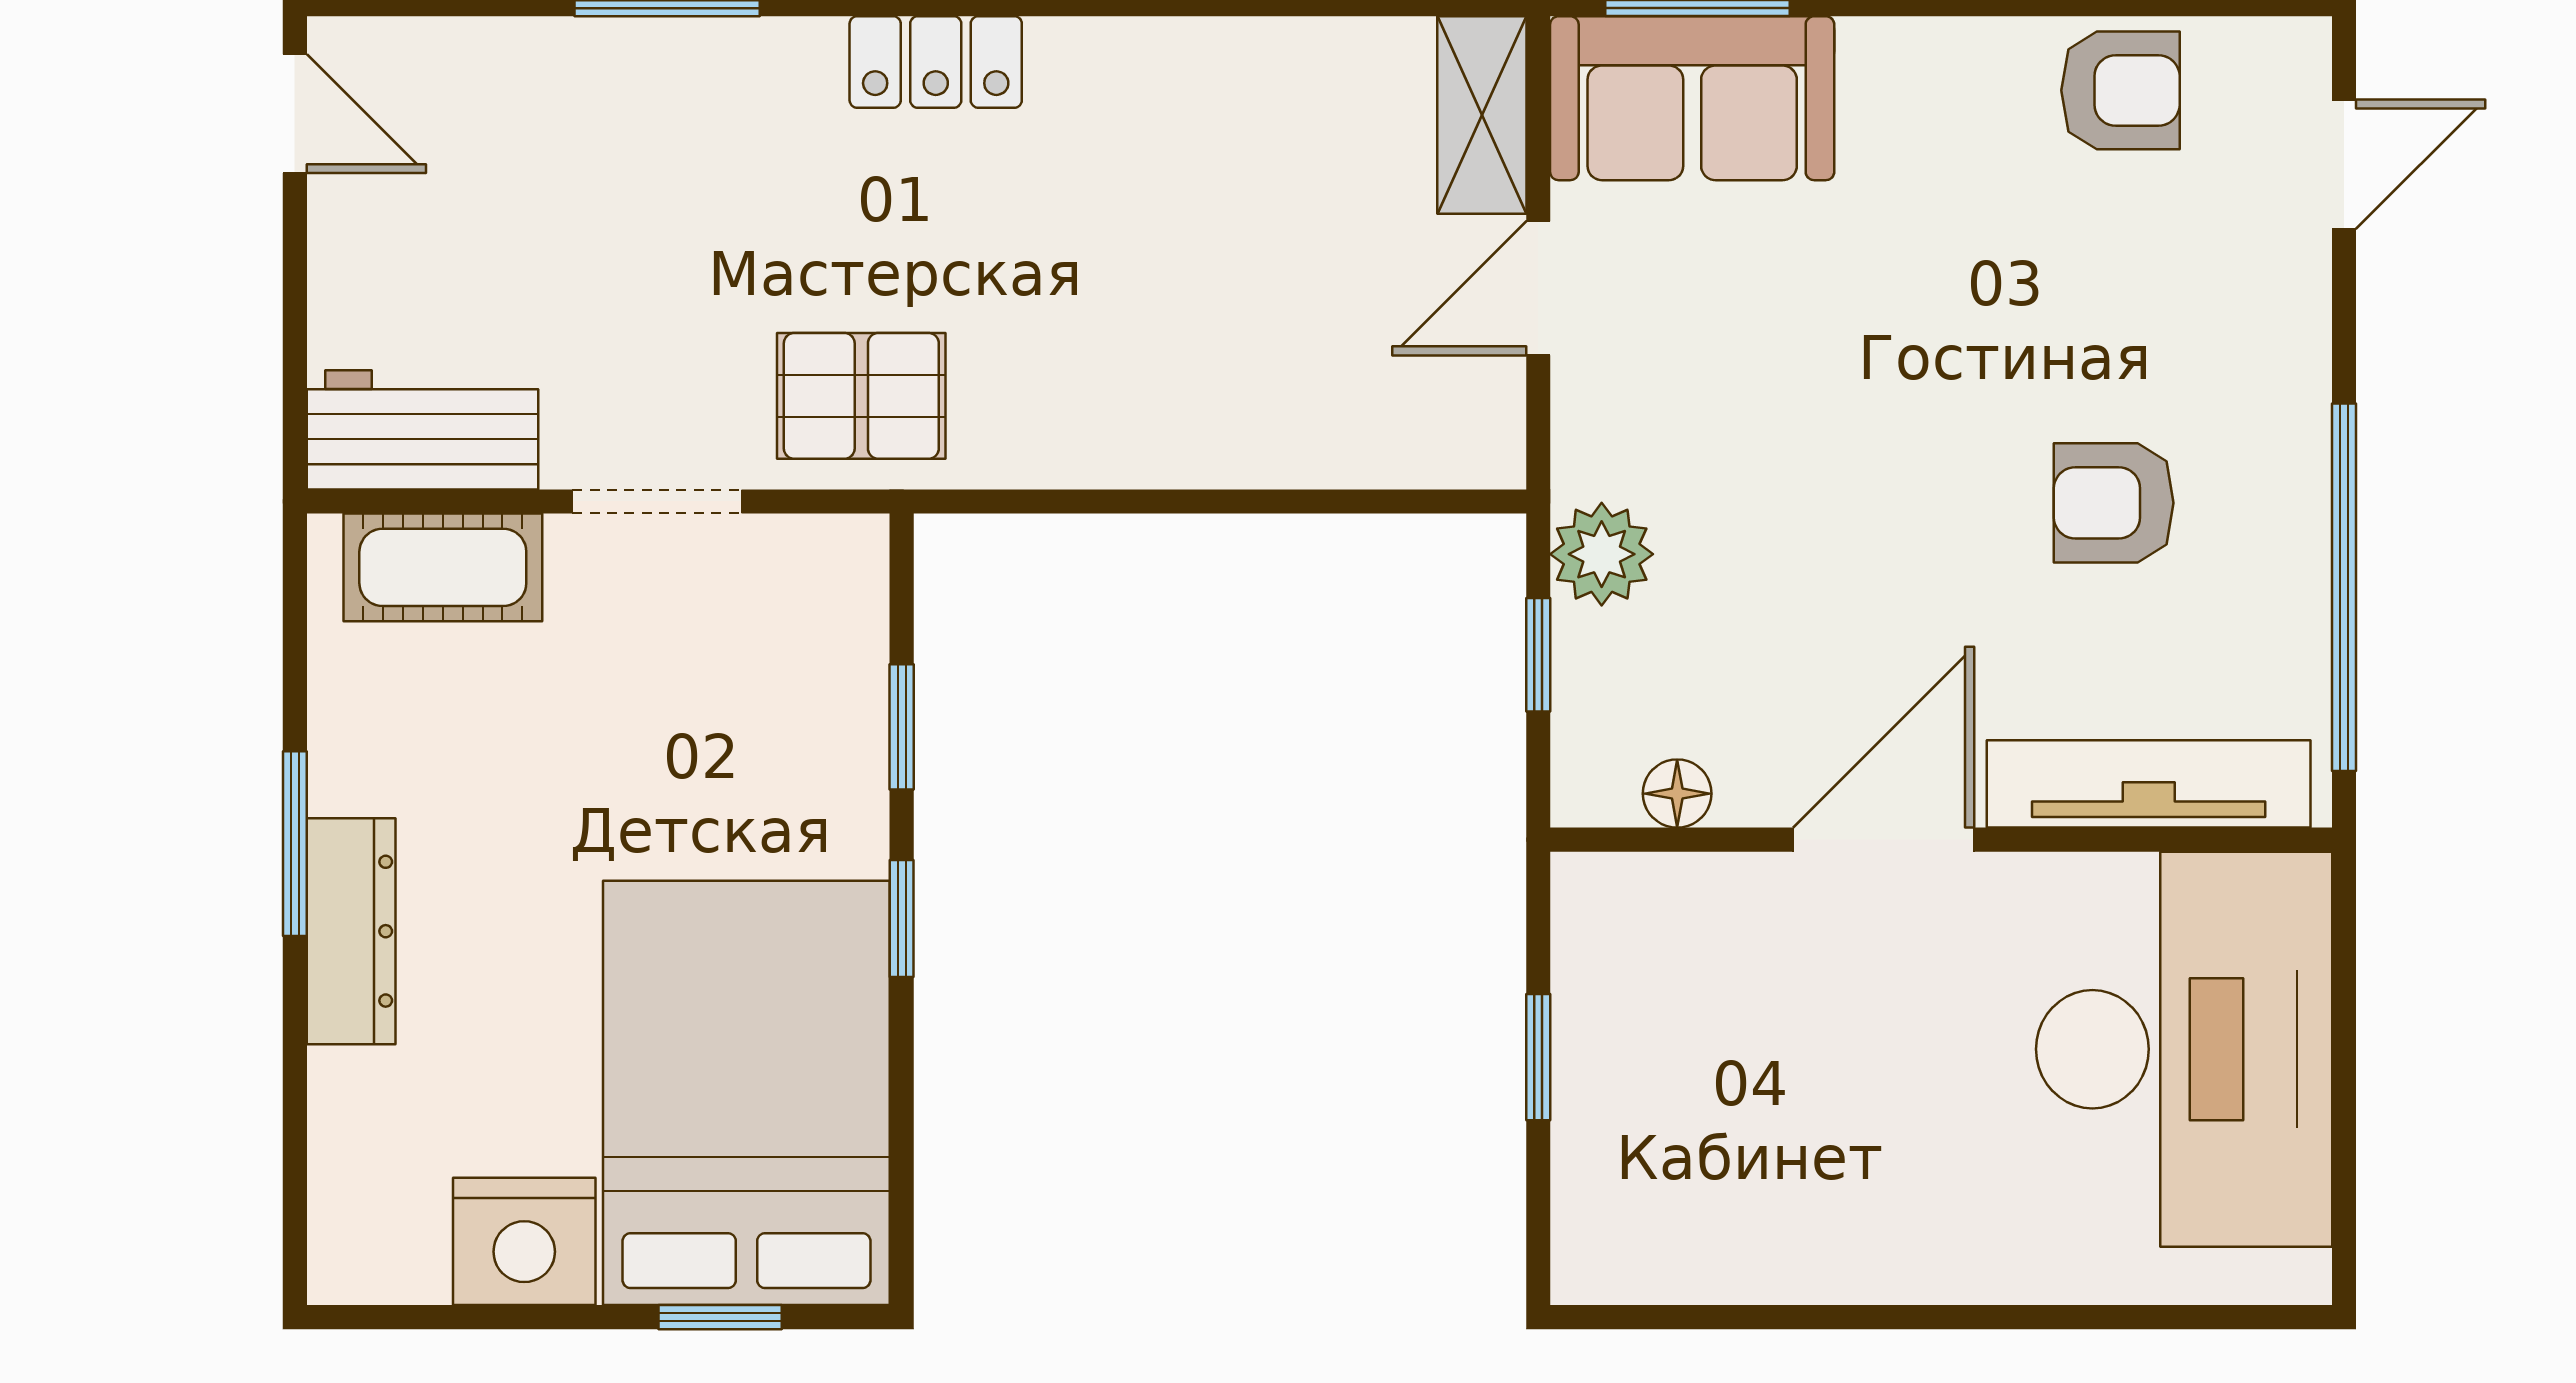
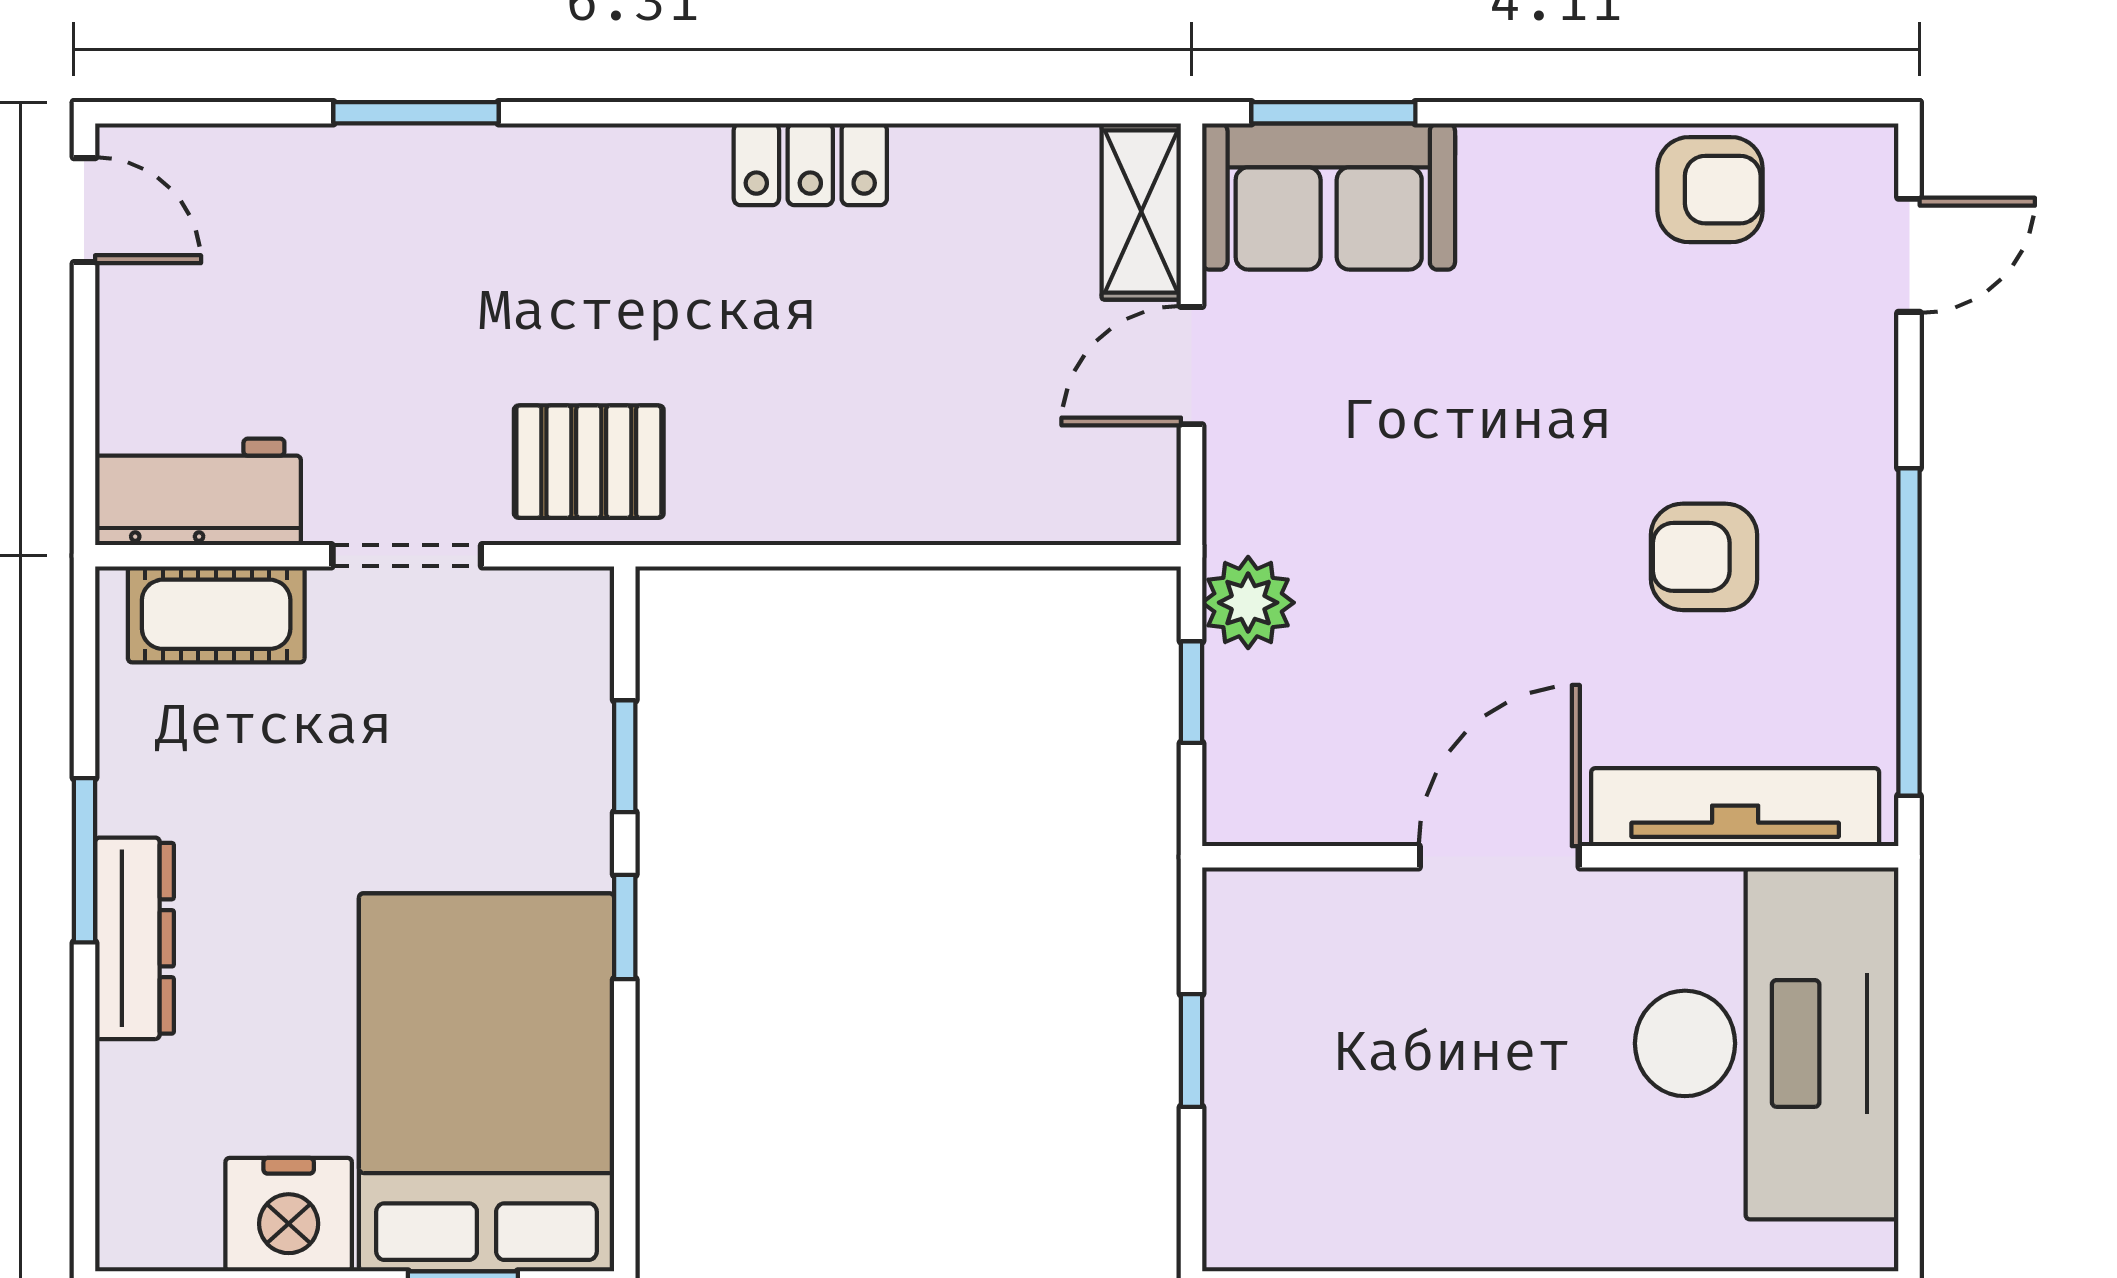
locker: (936, 62) -> (810, 164), moved
floor lamp: (1677, 794) -> (1315, 816), removed

